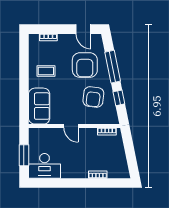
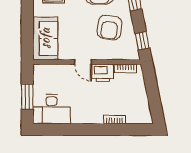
window: (119, 98) -> (142, 41), moved
printer: (88, 135) -> (103, 73), added

